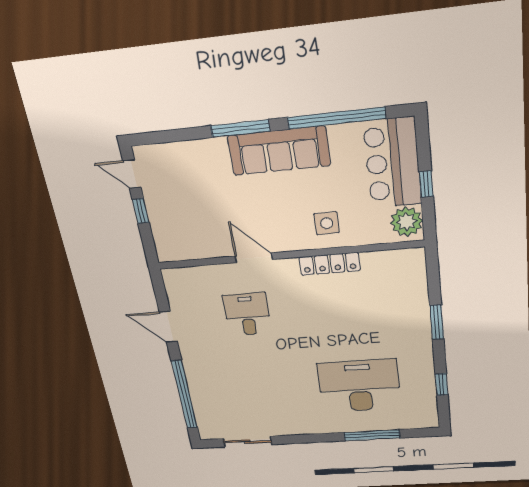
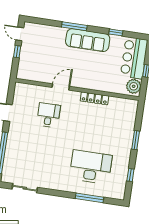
window: (337, 118) -> (116, 32), width x0.32
side table: (327, 223) -> (99, 78), removed
door: (254, 258) -> (61, 87), hinge flipped

